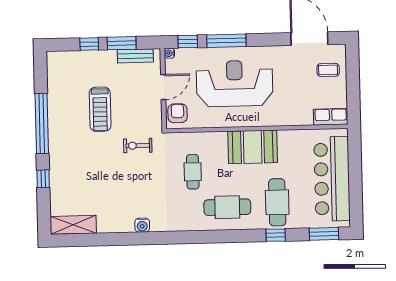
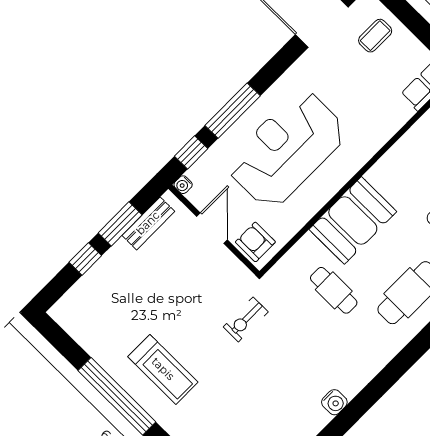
treadmill: (100, 109) -> (163, 369), moved
booth: (253, 147) -> (353, 220), moved

